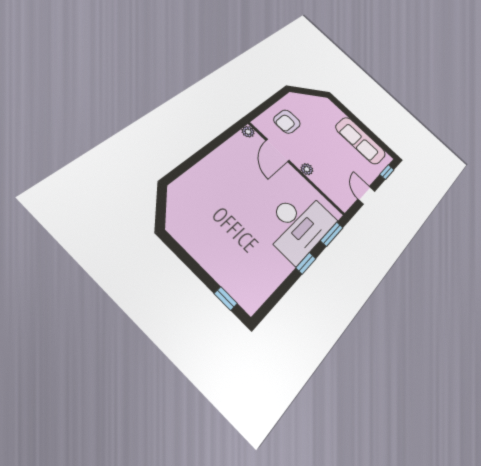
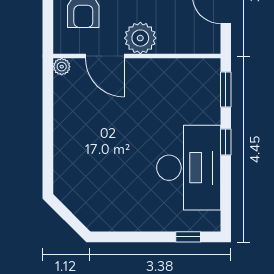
plant: (307, 169) -> (140, 38), width x1.87, depth x1.87
desk: (298, 224) -> (189, 168), moved

